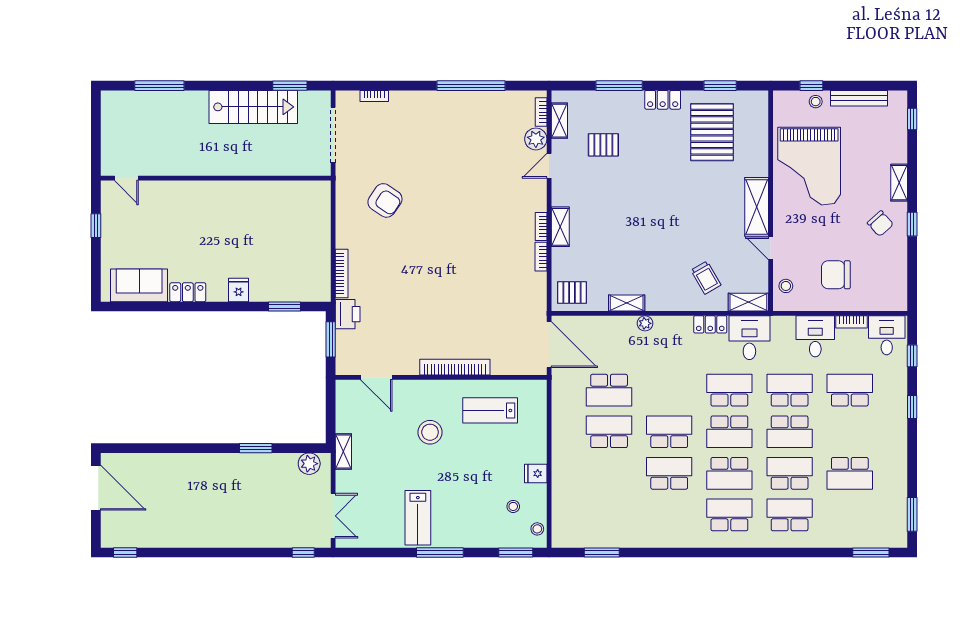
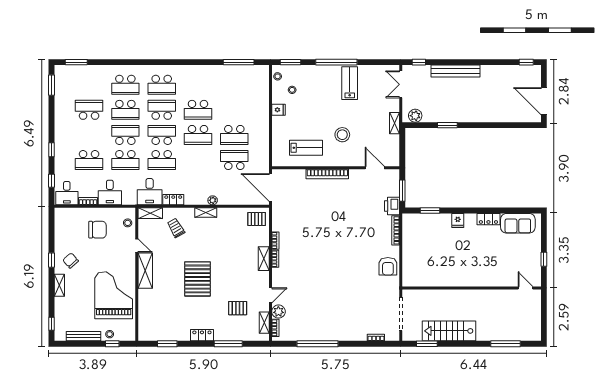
pallet: (712, 132) -> (197, 279), moved
armchair: (385, 200) -> (388, 266), moved, turned -124
shelving: (627, 303) -> (206, 213), moved
bench: (242, 538) -> (456, 71), added
window: (440, 553) -> (336, 62), width x1.46
window: (602, 553) -> (239, 62), width x1.44

